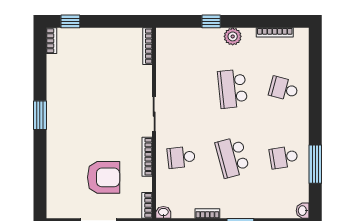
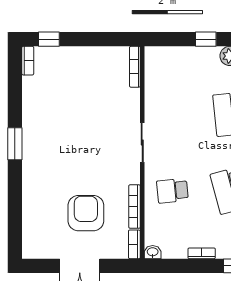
bookcase: (147, 157) -> (135, 207), moved
armchair: (104, 177) -> (86, 213), turned -90

